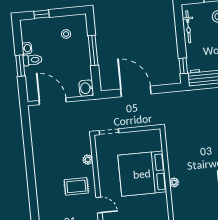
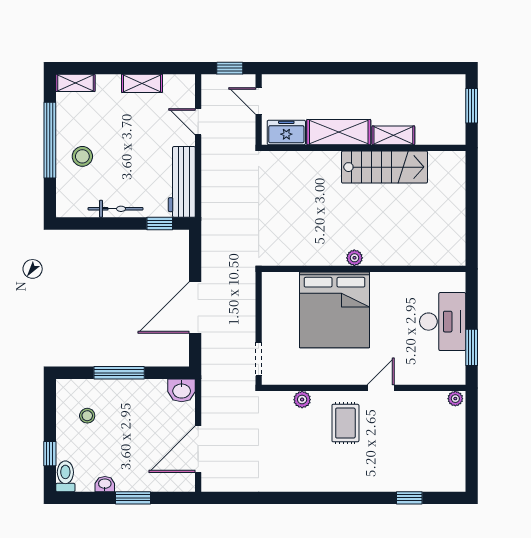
bicycle: (188, 27) -> (116, 209), moved
toilet: (33, 60) -> (65, 476), moved

